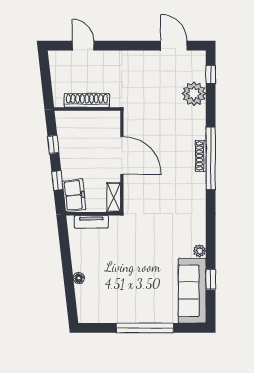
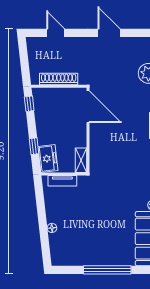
door: (174, 46) -> (109, 33), moved
window: (53, 144) -> (29, 104), moved
door: (122, 155) -> (88, 107), moved

